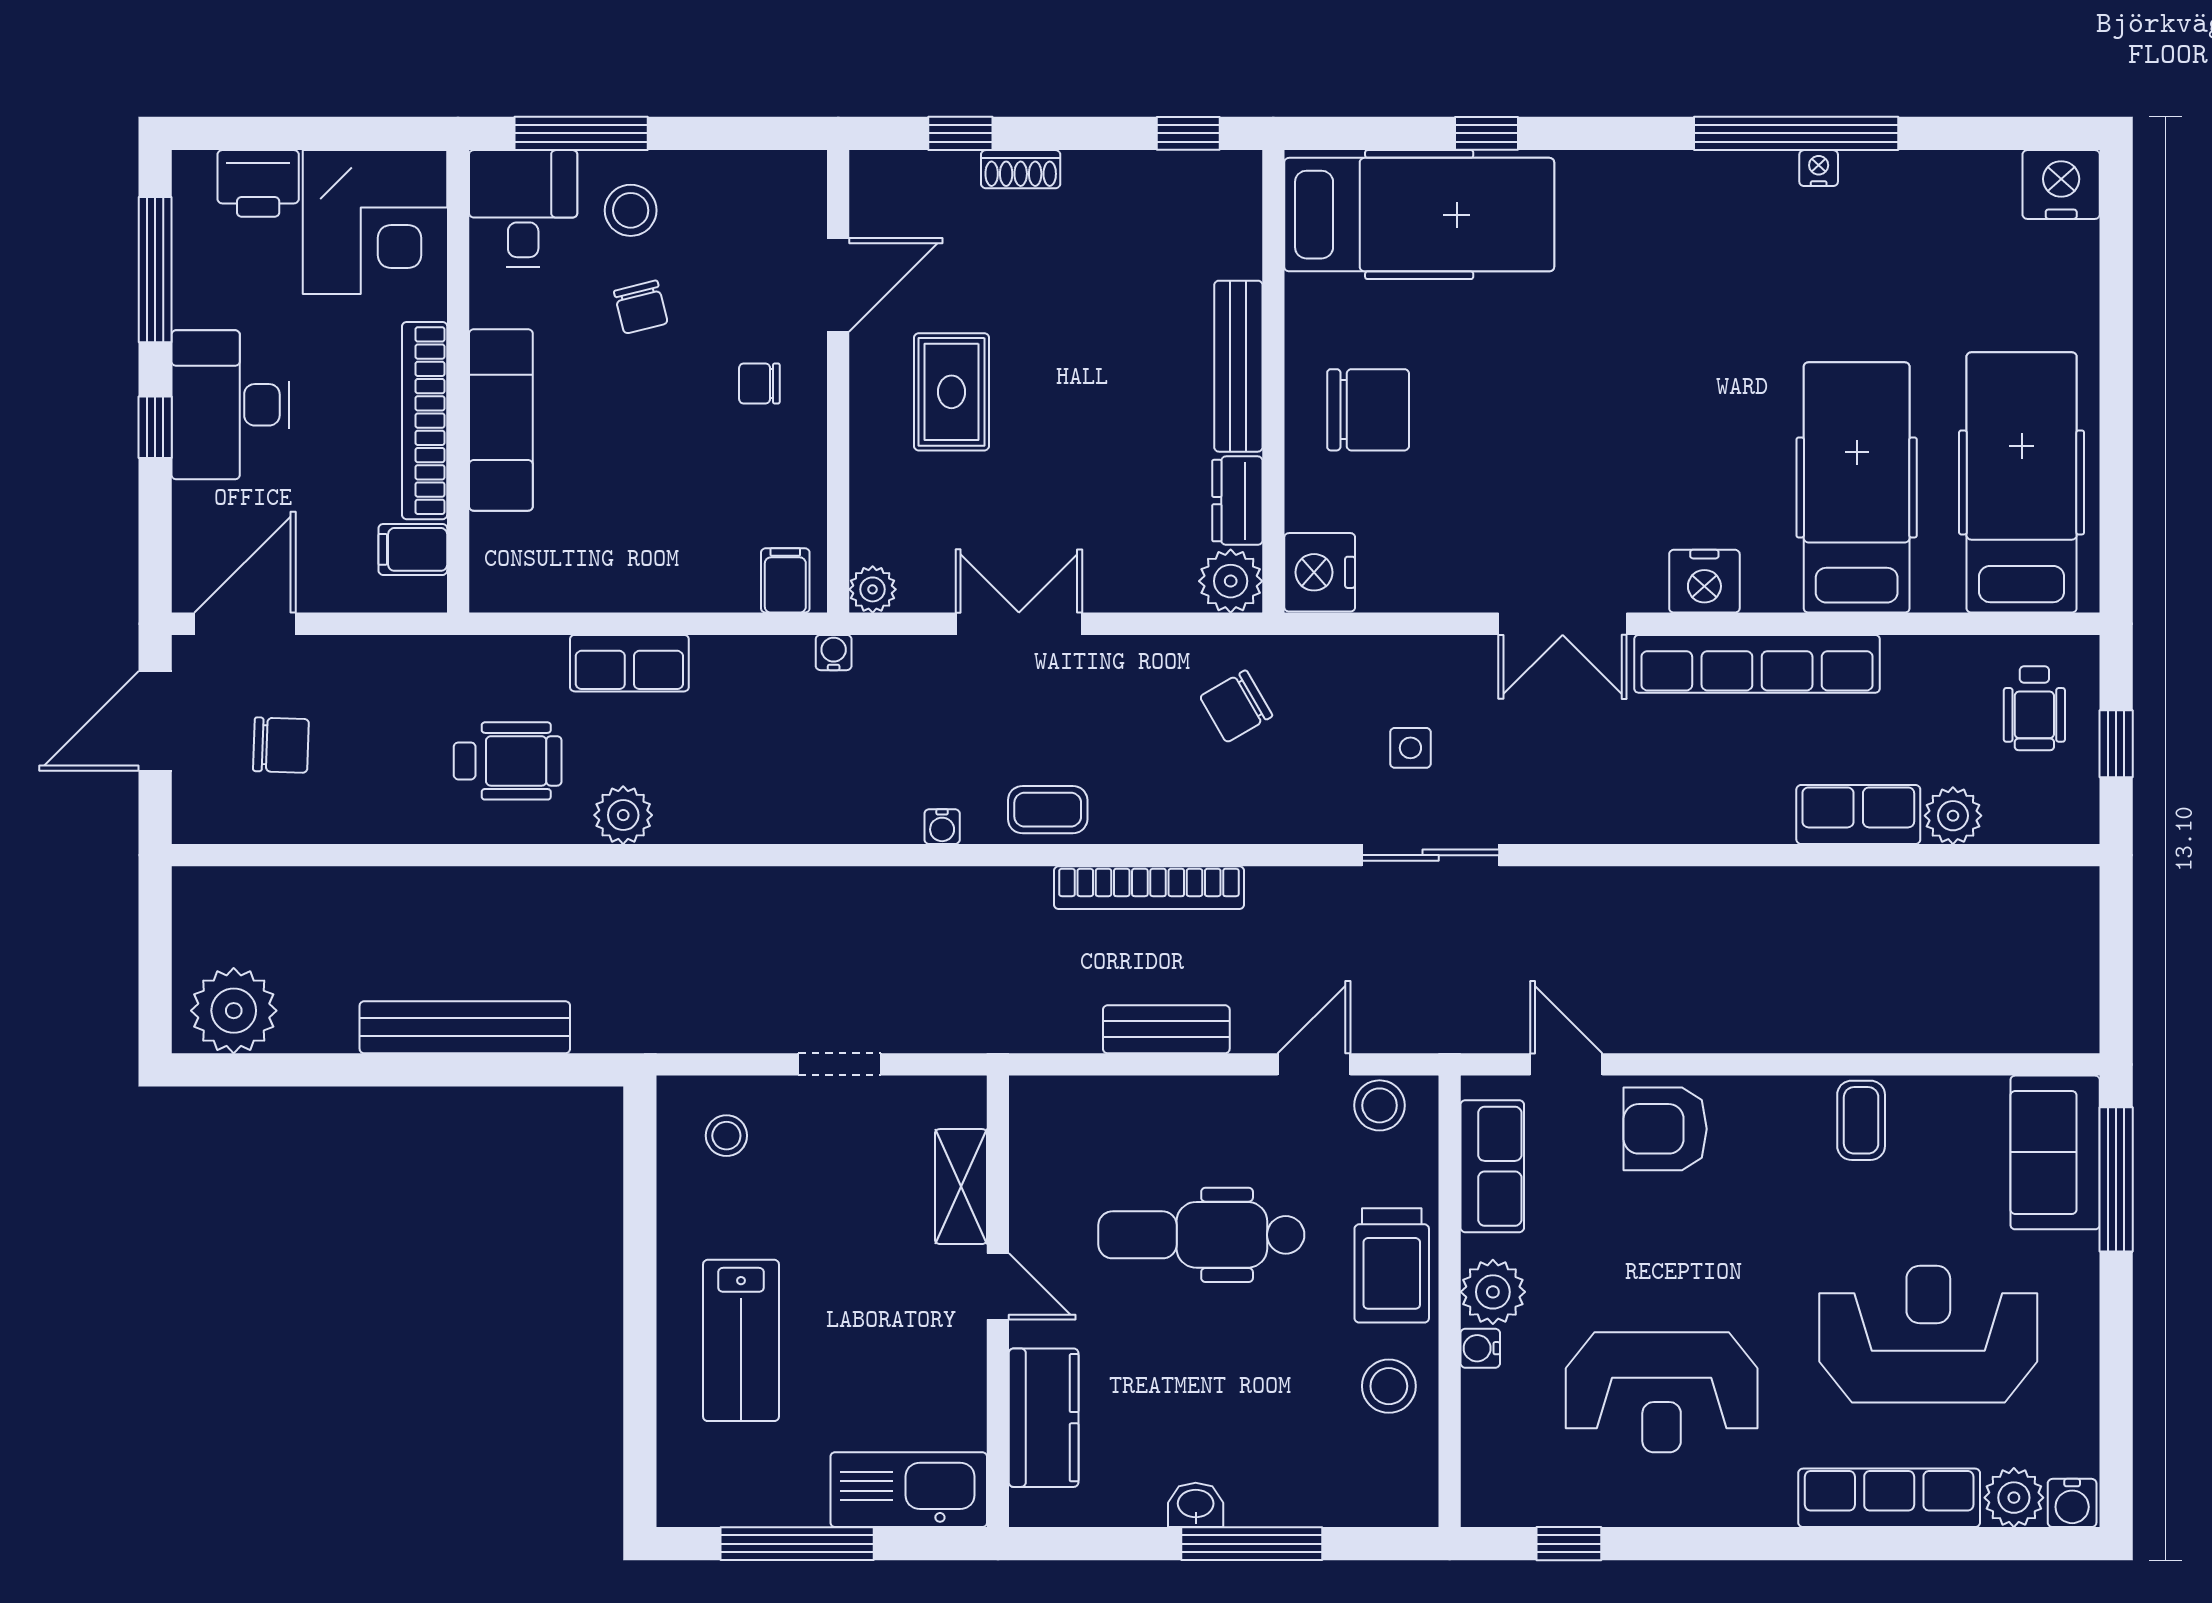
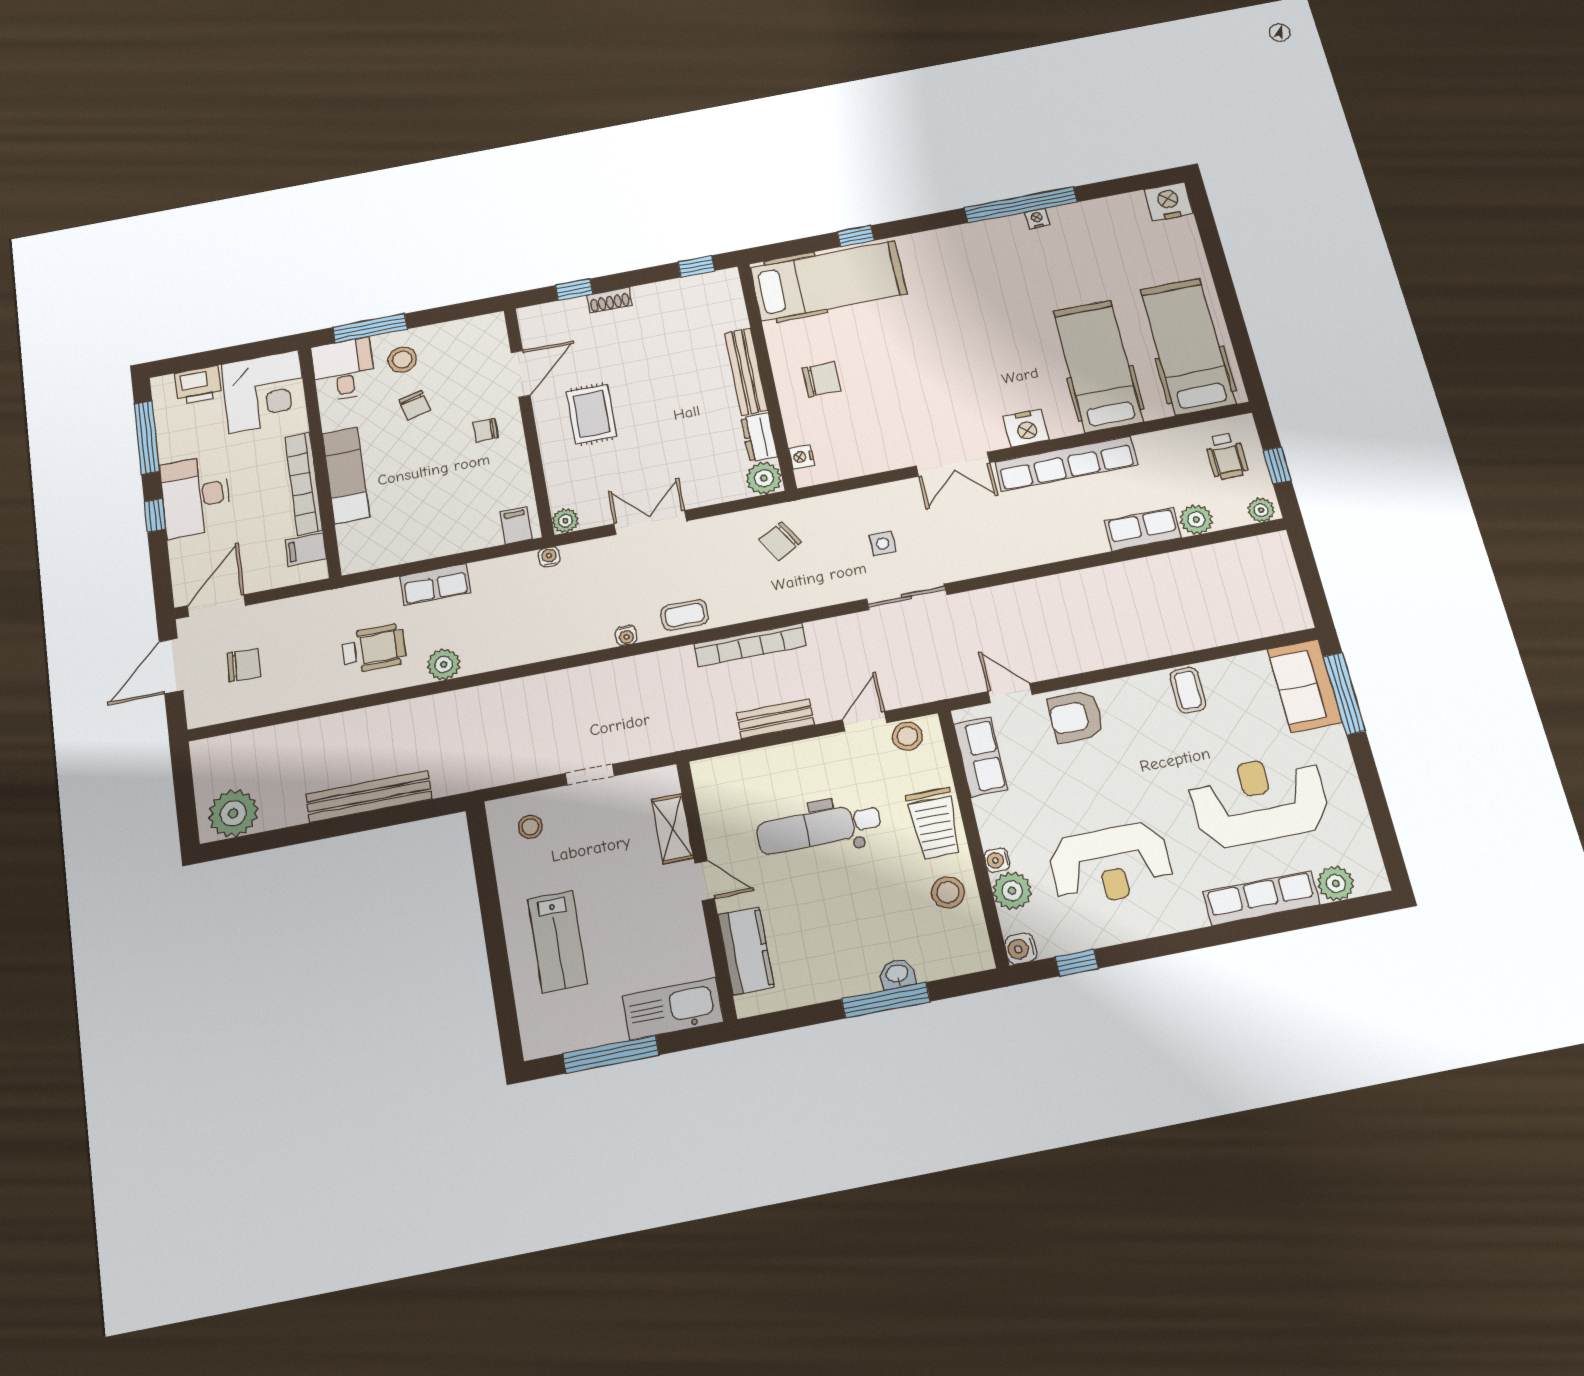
chair: (1368, 410) -> (821, 379), width x0.73, depth x0.73
nightstand: (1320, 572) -> (802, 457), width x0.53, depth x0.56
plant: (2067, 821) -> (1261, 510), added
plant: (1493, 1292) -> (1012, 891), moved
water cooler: (2072, 1503) -> (1021, 949), moved, turned 90
washbasin: (1196, 1505) -> (897, 974), moved

